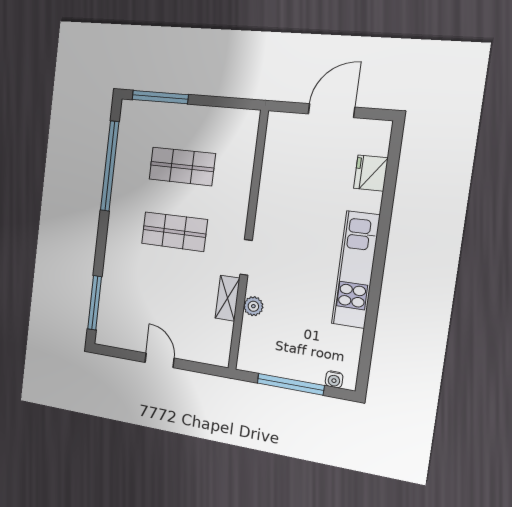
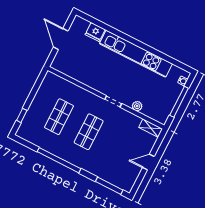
window: (160, 97) -> (22, 115), width x0.46
window: (110, 166) -> (59, 160), moved
kitchen unit: (356, 270) -> (136, 54), width x1.36
shelving: (227, 298) -> (151, 128), moved

